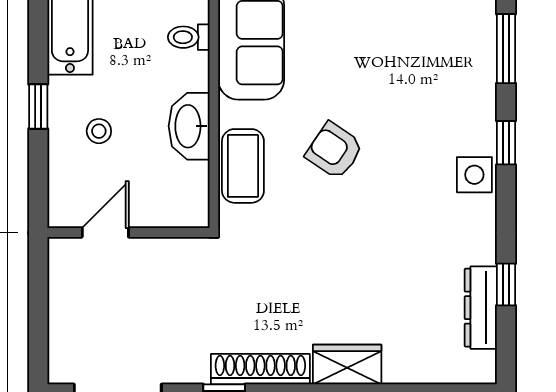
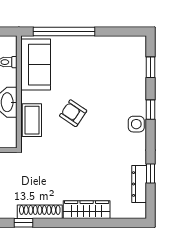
window: (506, 49) -> (151, 67), width x0.67
wardrobe: (347, 365) -> (87, 210), width x1.50

